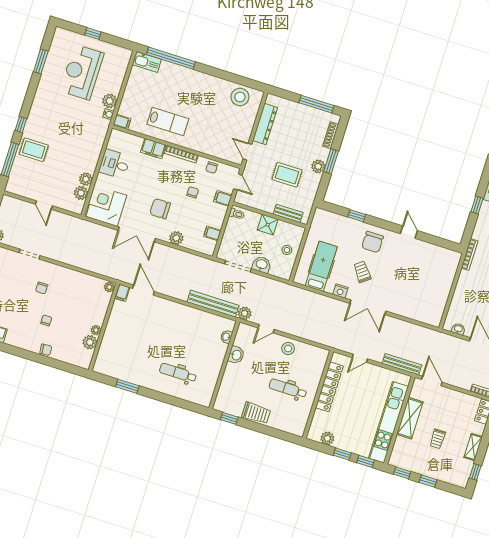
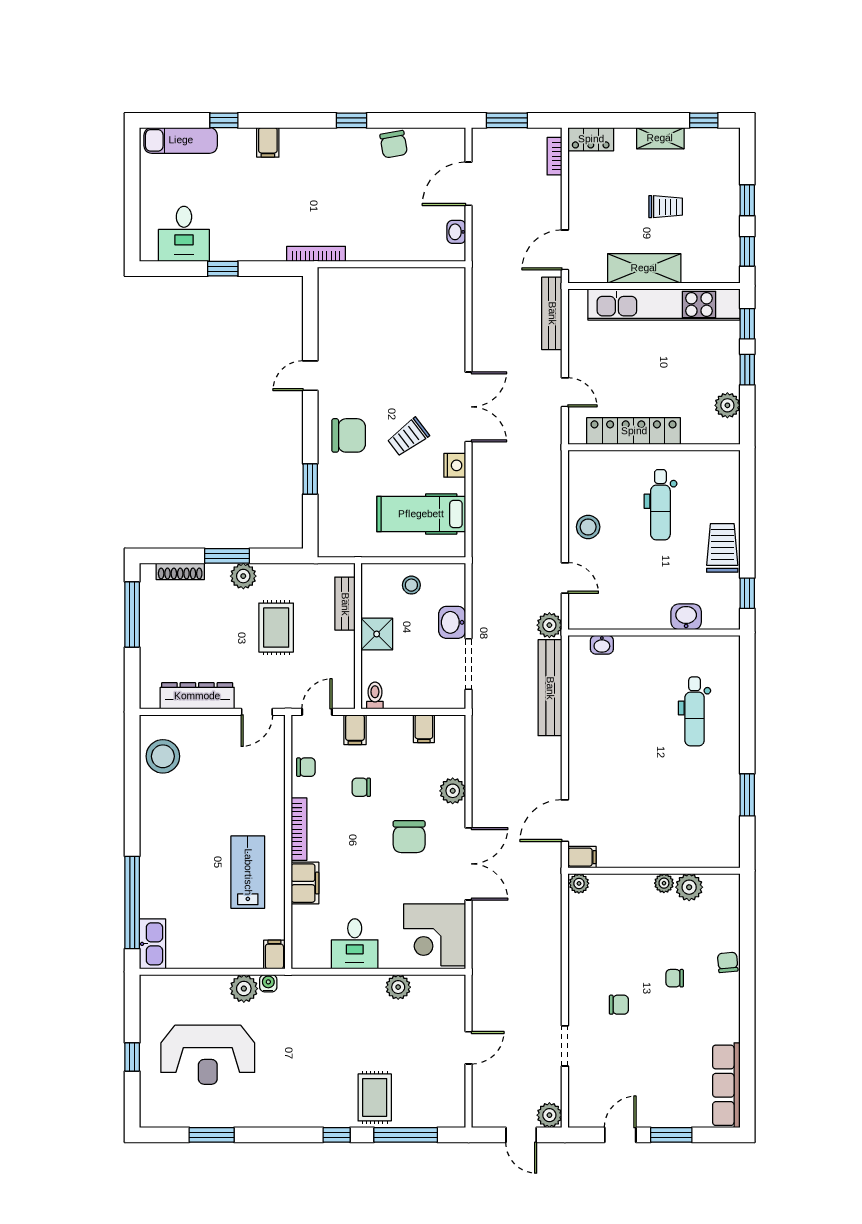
plant: (81, 193) -> (426, 988), removed
washbasin: (236, 355) -> (686, 617), moved

